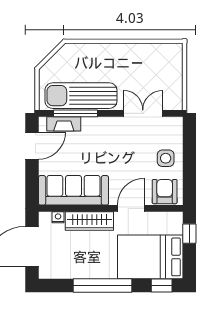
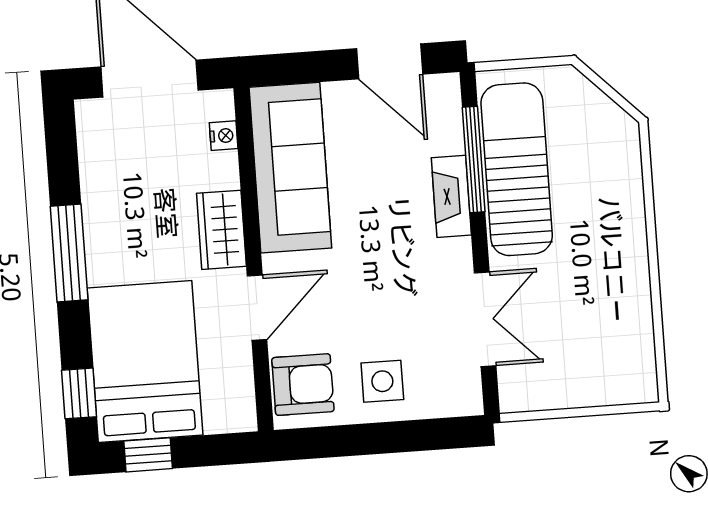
fireplace: (64, 124) -> (451, 196), moved
door: (131, 208) -> (257, 308), hinge flipped
wardrobe: (89, 221) -> (221, 230), width x0.67
window: (189, 234) -> (148, 455), moved
window: (103, 286) -> (69, 253), width x0.68

